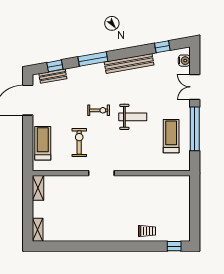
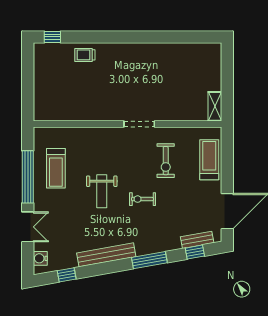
weight bench: (133, 117) -> (102, 191), turned -90
treadmill: (43, 143) -> (209, 160), turned 180
shelving: (38, 230) -> (215, 56), removed

